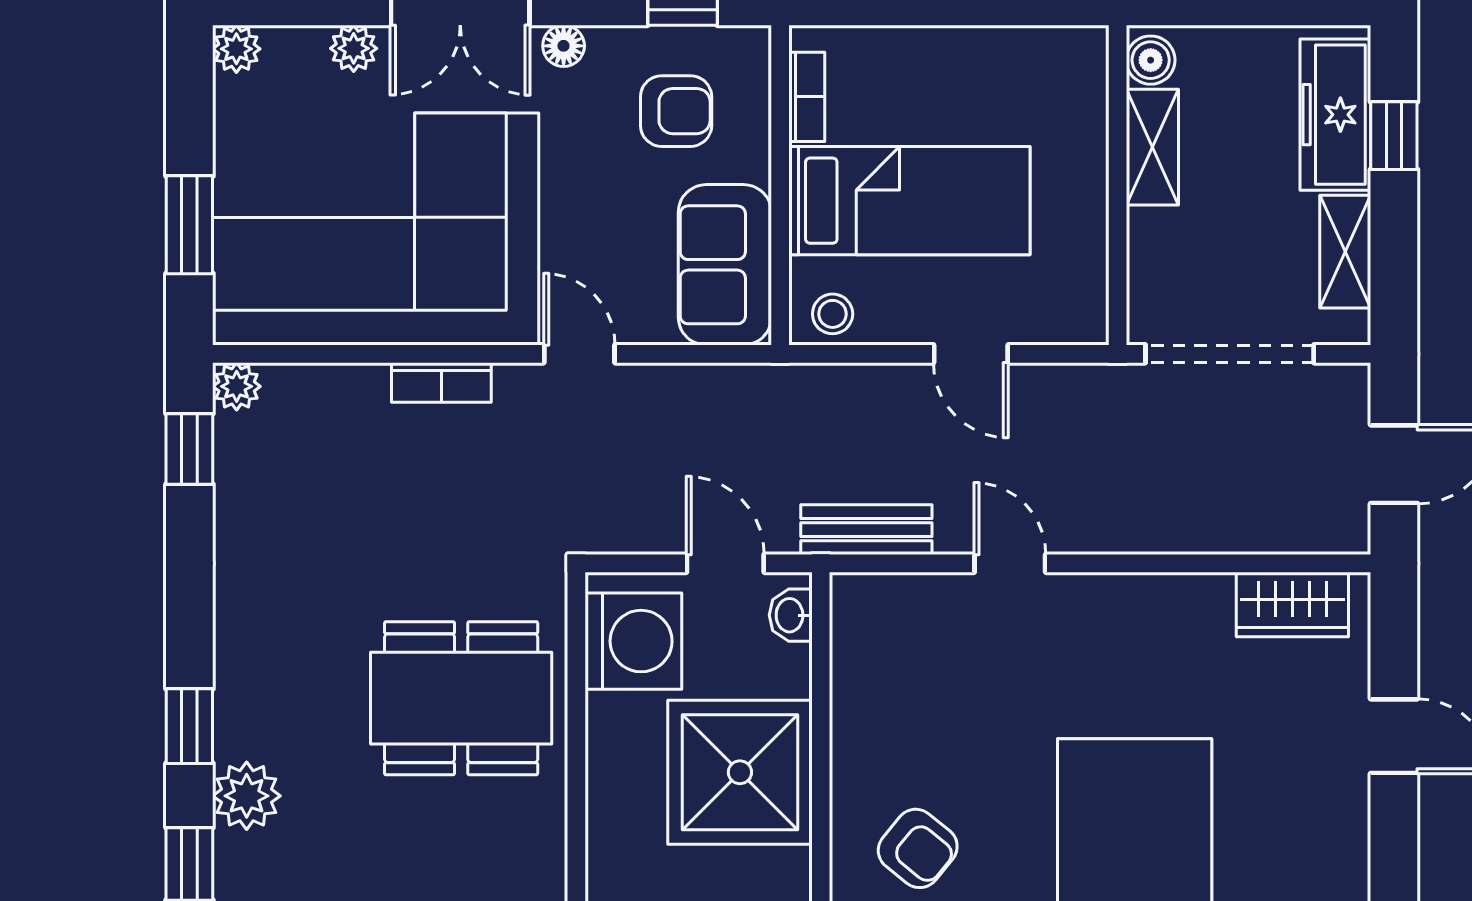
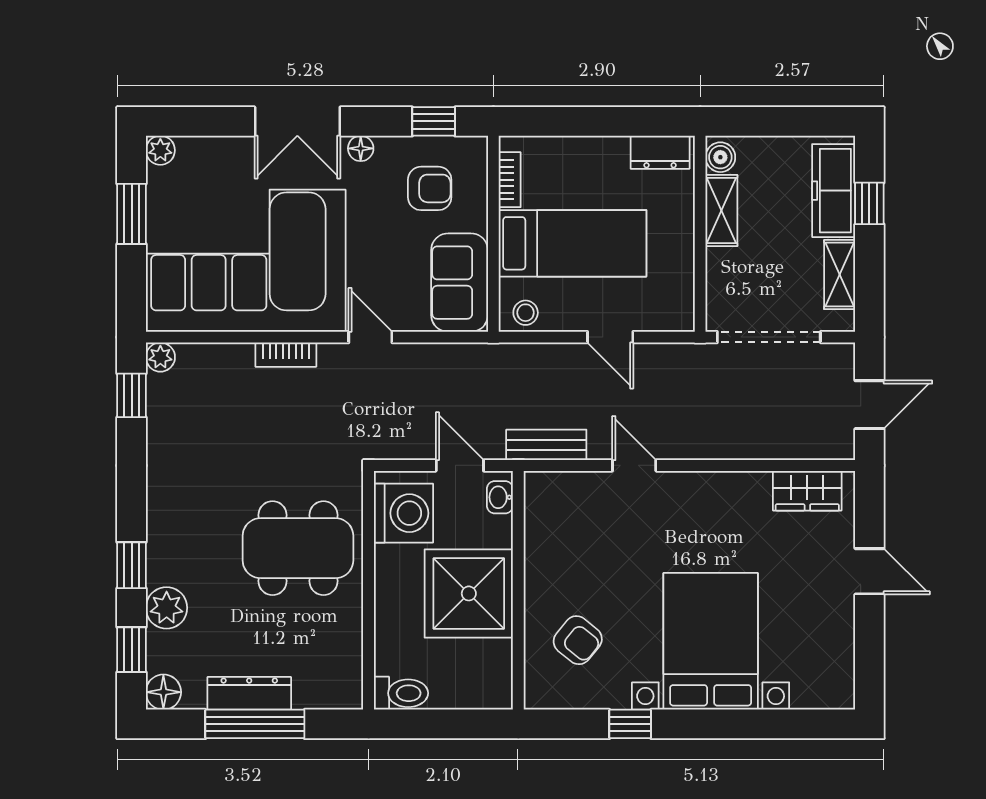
plant: (354, 48) -> (232, 150), removed
dresser: (1052, 52) -> (660, 152), added
window: (189, 225) -> (132, 214), moved

